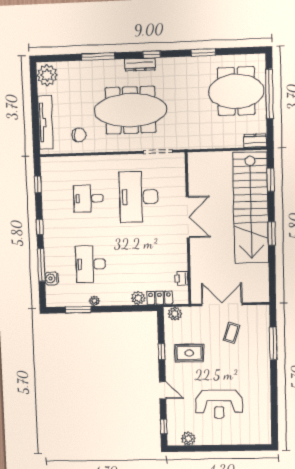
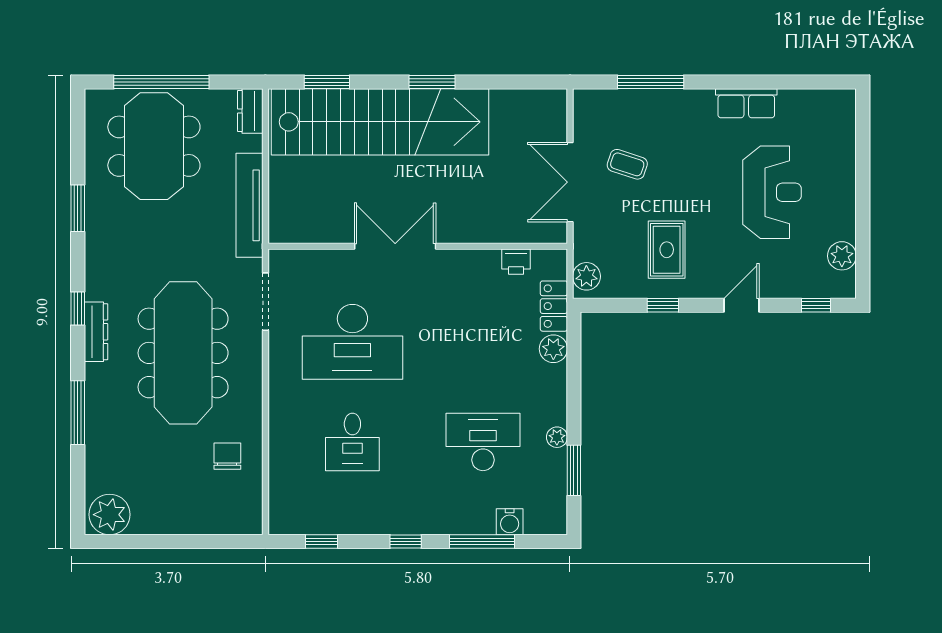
tv unit: (45, 122) -> (249, 205), moved, turned -90
desk: (91, 264) -> (483, 442), turned 180
row of seats: (263, 391) -> (746, 103), added

